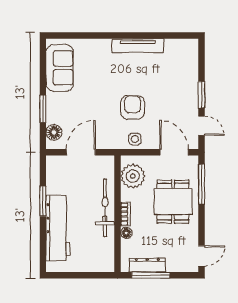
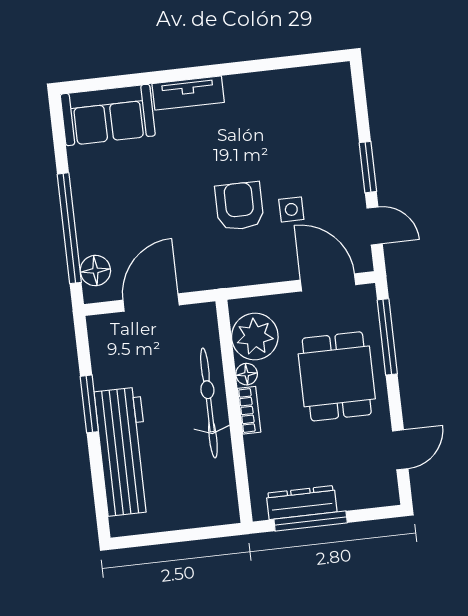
tv unit: (138, 46) -> (188, 93), moved, width x0.71
sofa: (60, 68) -> (108, 115), moved, turned 90
window: (43, 109) -> (69, 228), width x2.11
side table: (135, 139) -> (291, 209), moved
floor lamp: (126, 233) -> (247, 374), moved
door: (202, 256) -> (400, 450), moved

